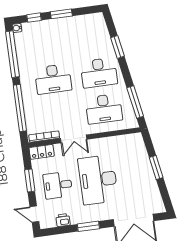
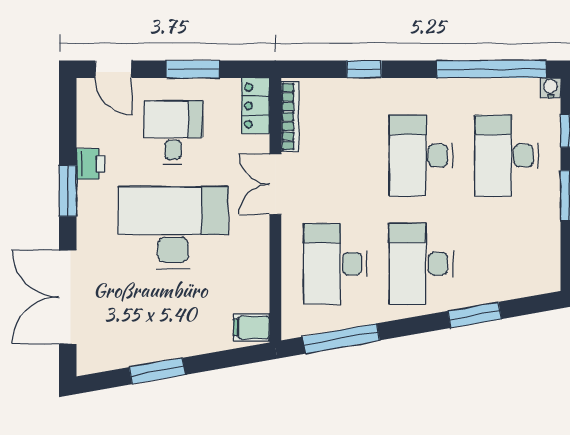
desk: (48, 43) -> (506, 156), added
window: (20, 108) -> (364, 69), width x0.32
filing cabinet: (136, 141) -> (251, 327), added
window: (156, 168) -> (157, 371), moved
door: (34, 214) -> (113, 69), swing flipped
printer: (63, 220) -> (90, 164), moved

